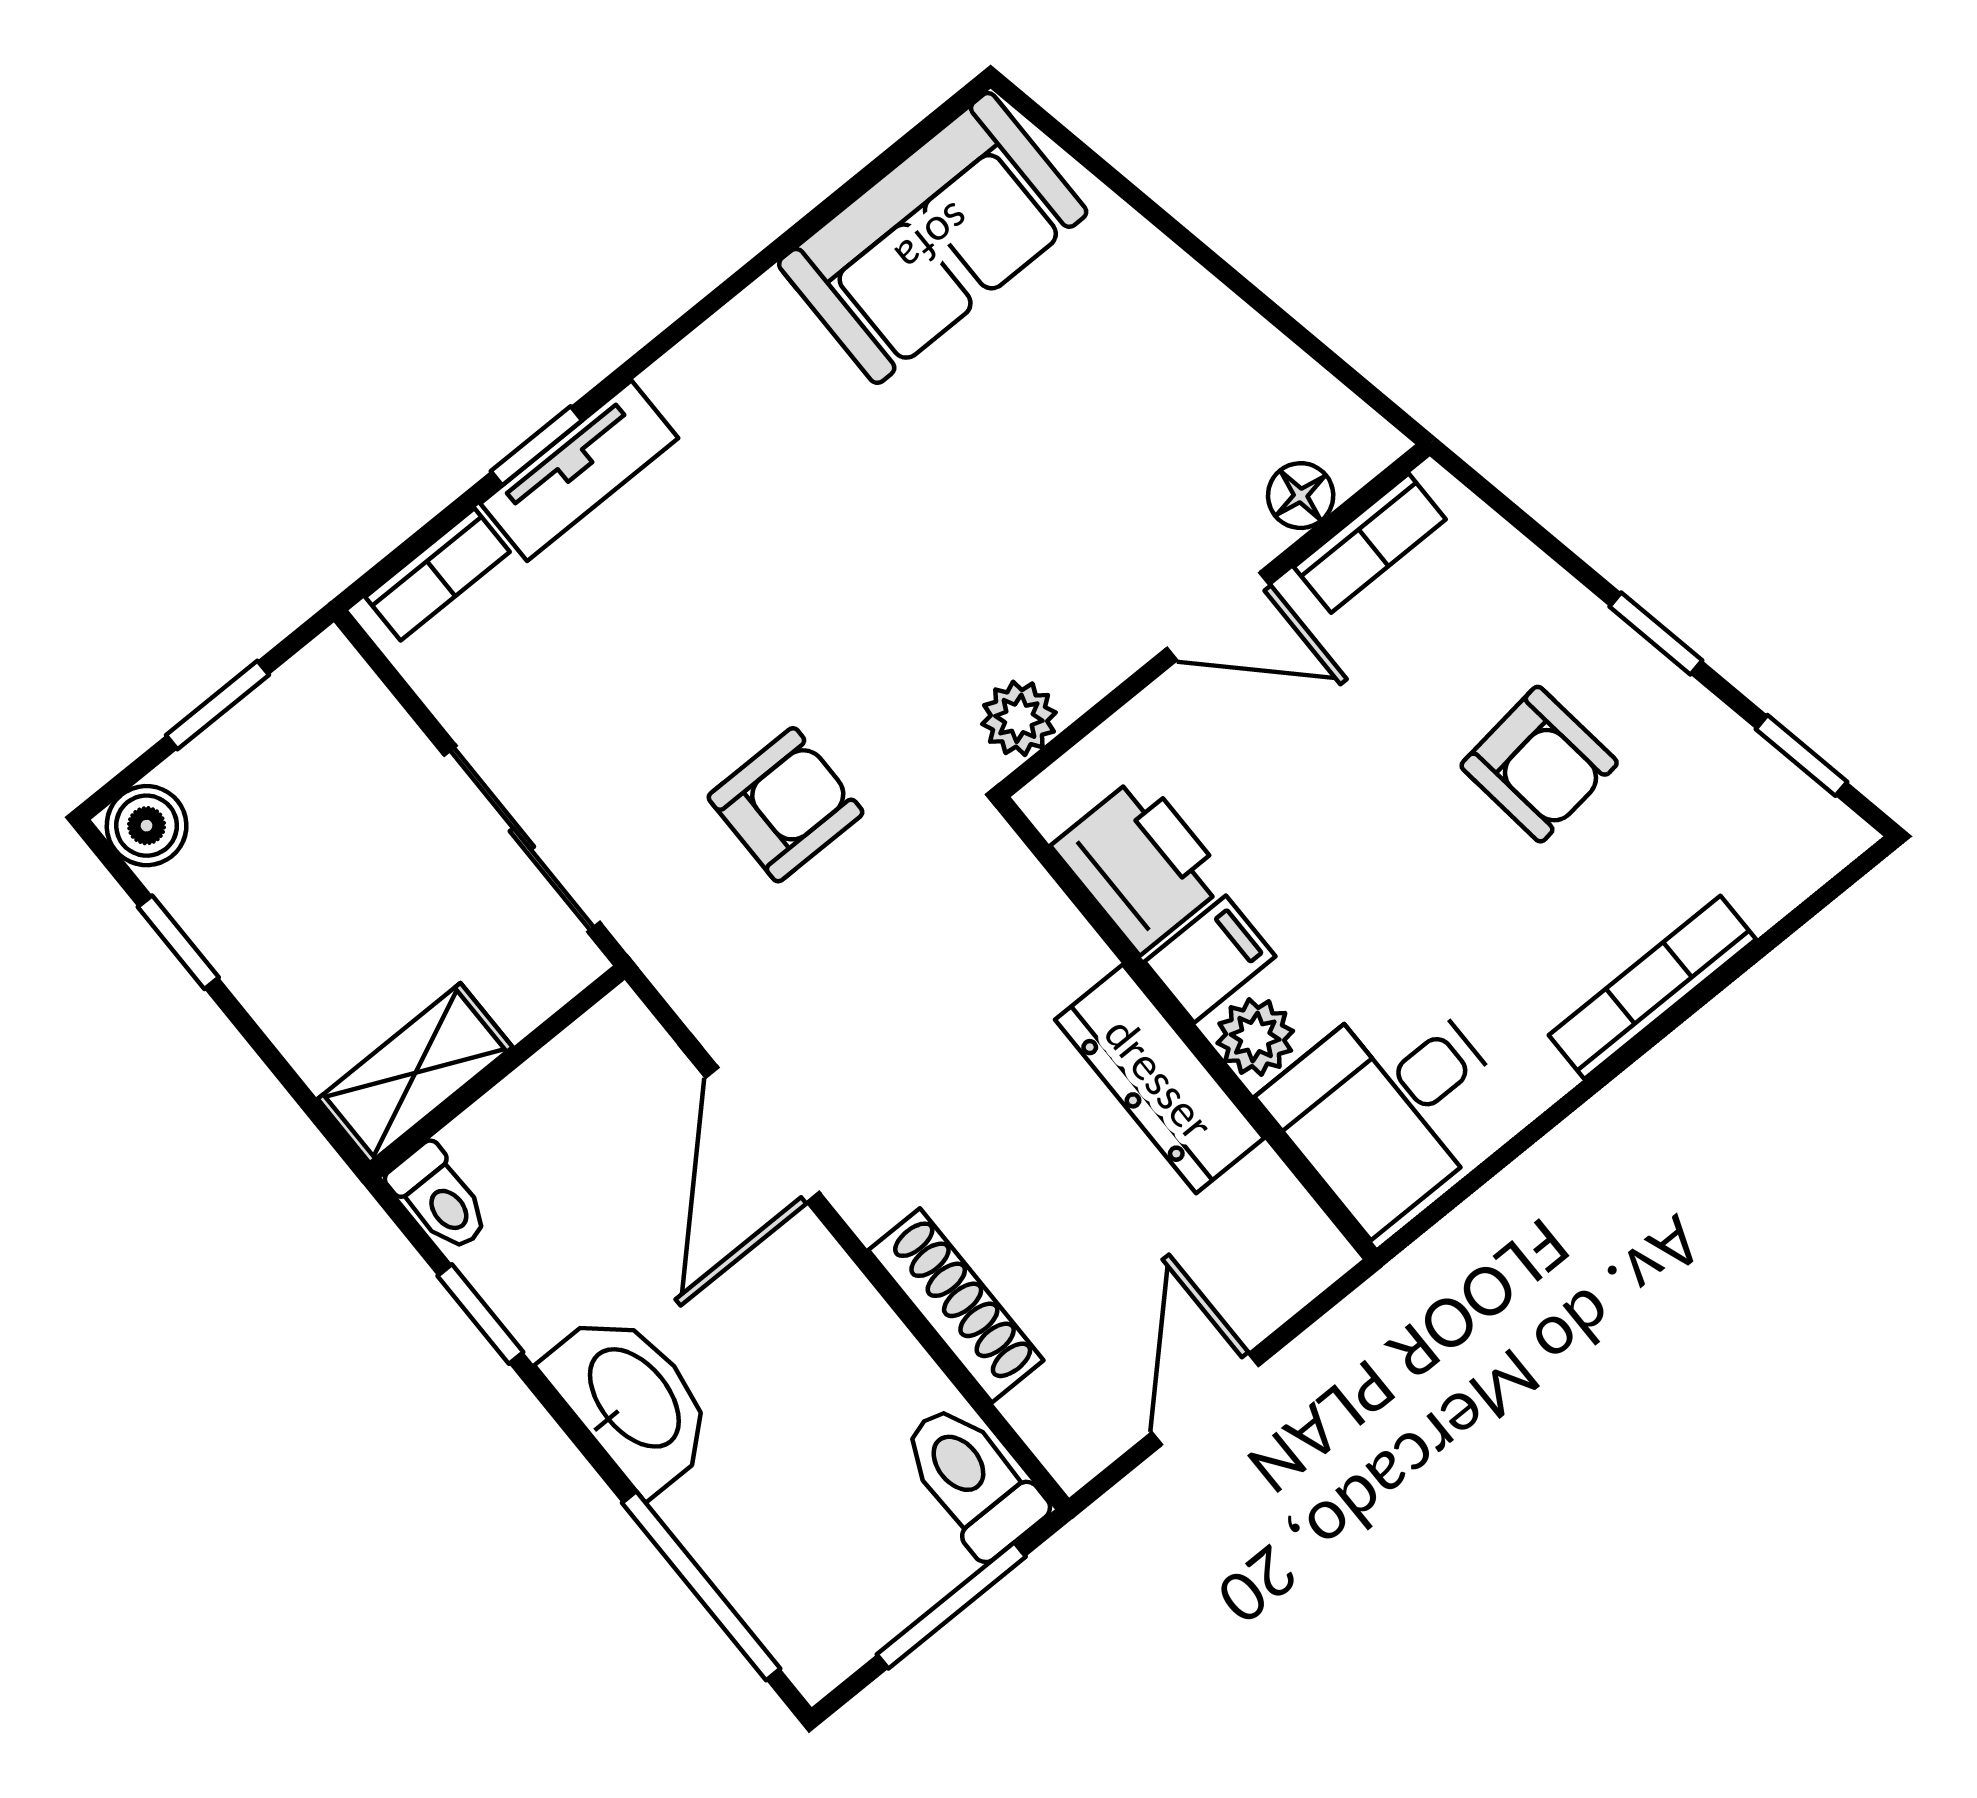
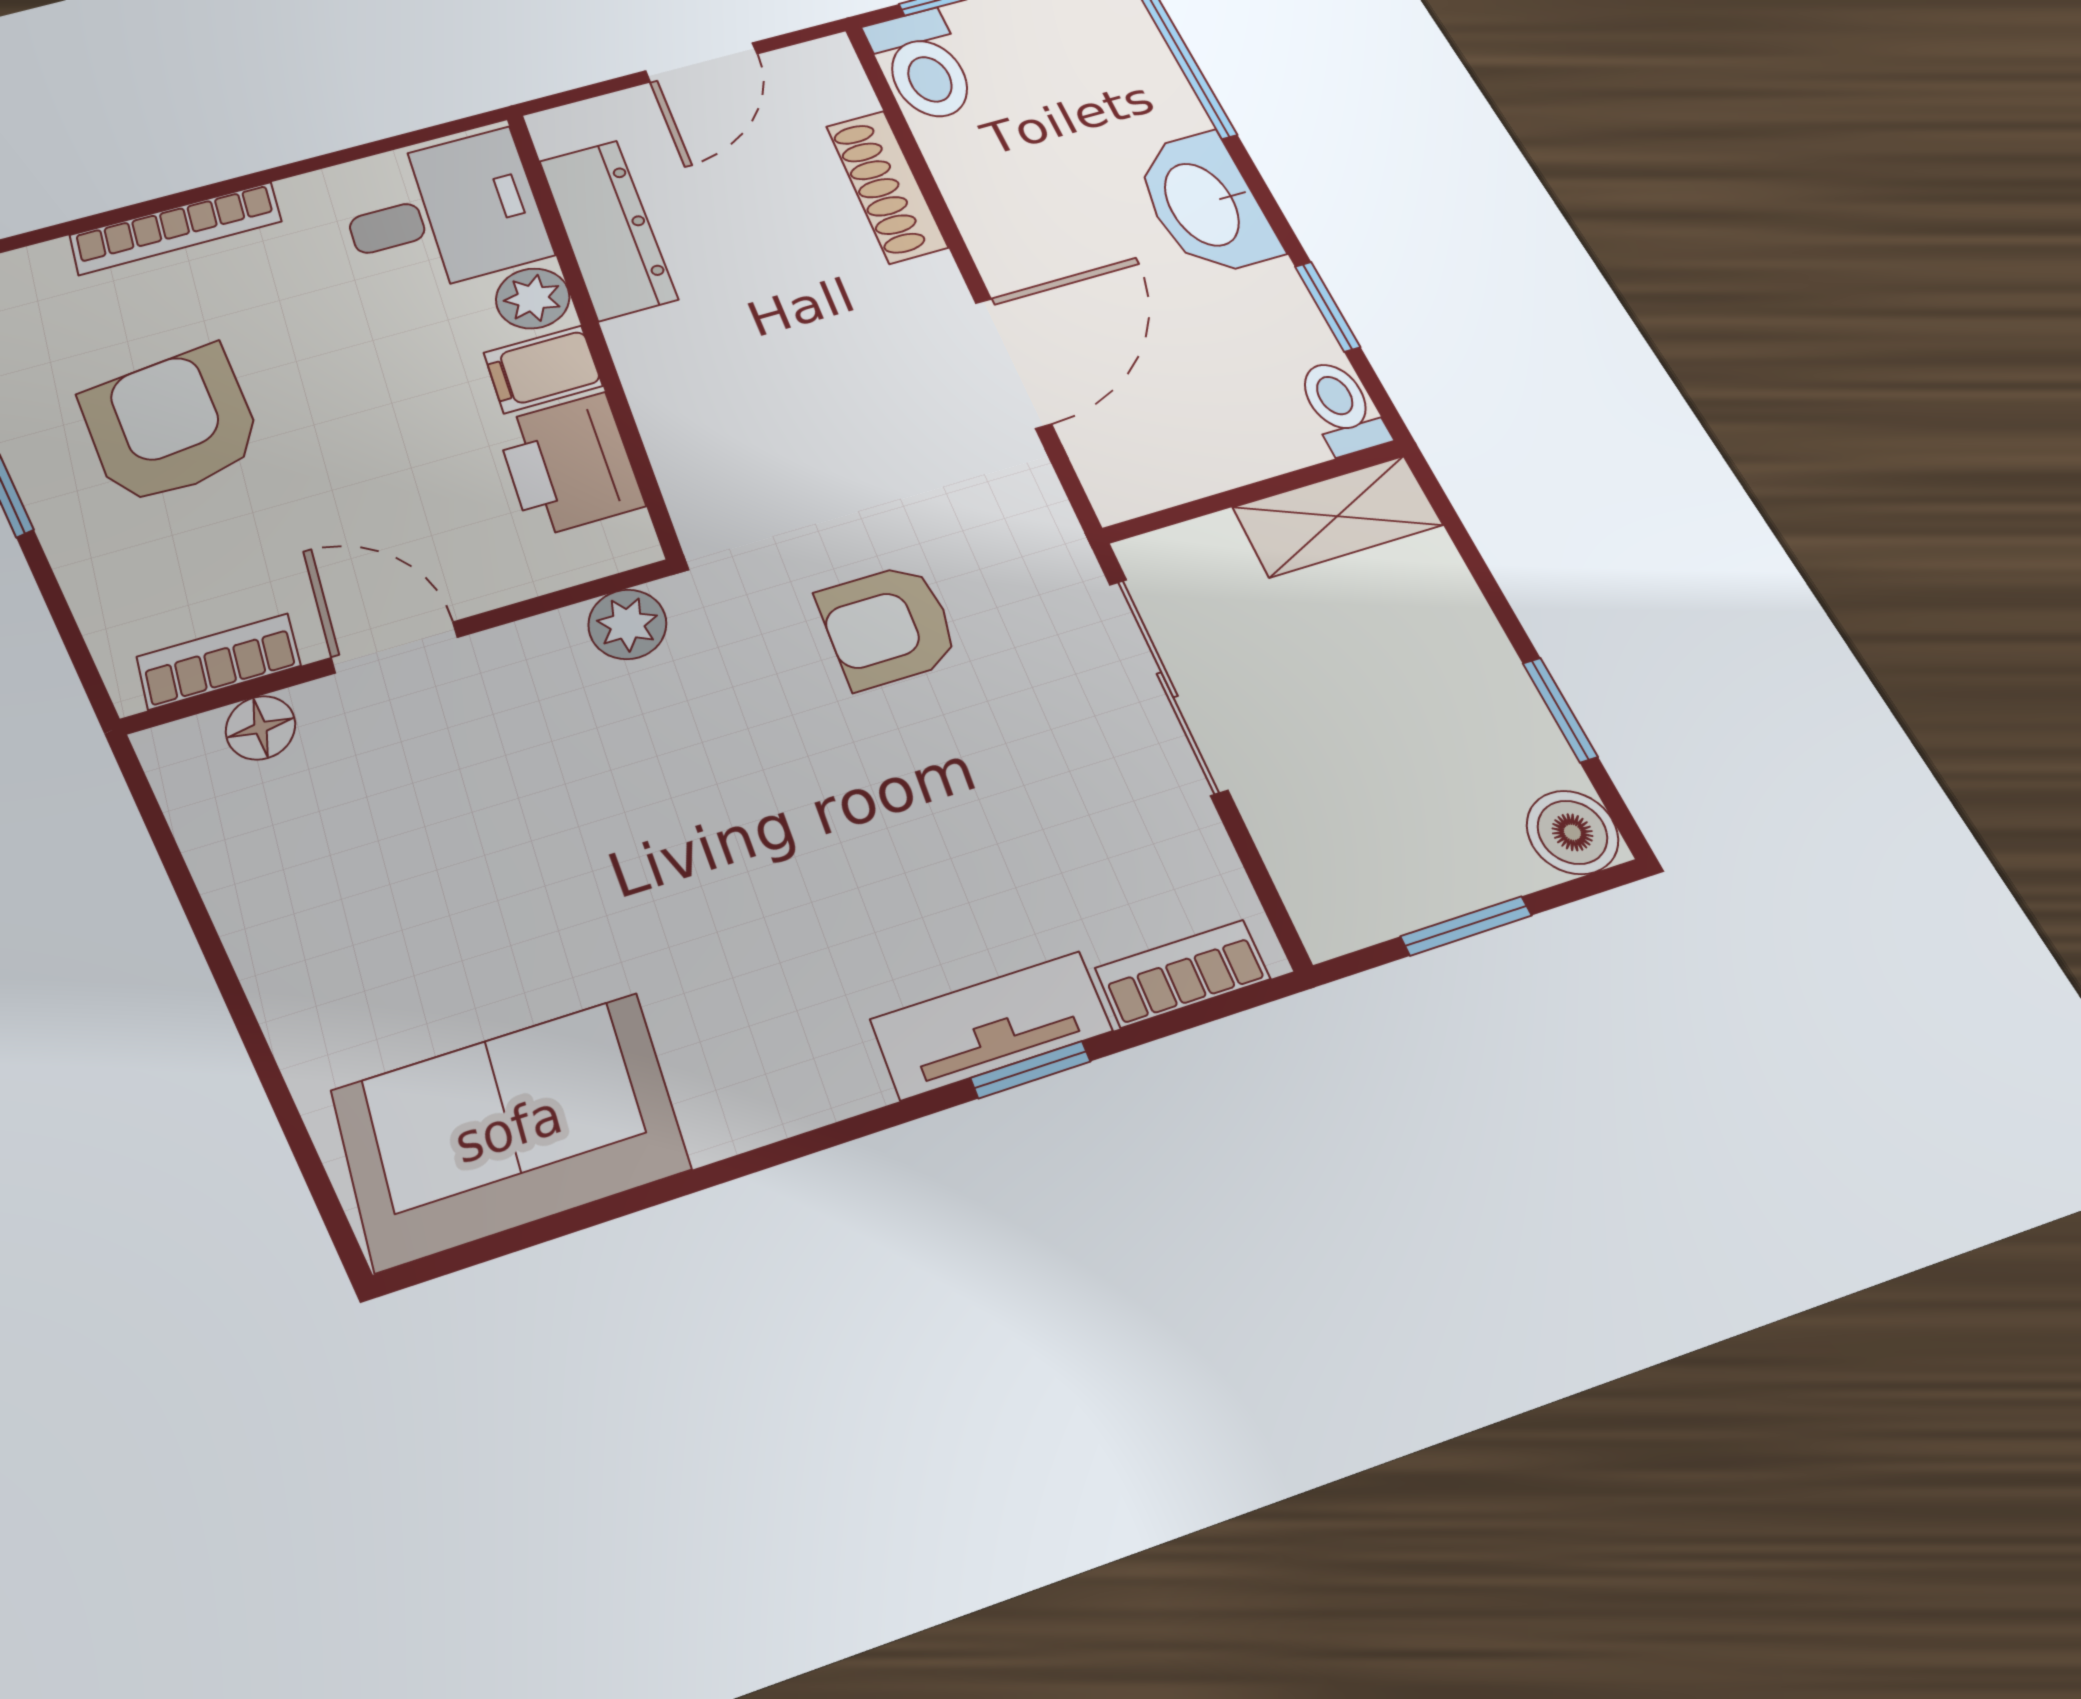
armchair: (1539, 764) -> (171, 425), width x1.38, depth x1.38
dresser: (1159, 1079) -> (608, 229), moved

